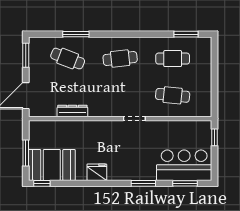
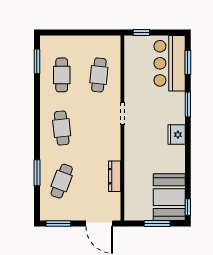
fridge: (97, 172) -> (177, 135), moved

